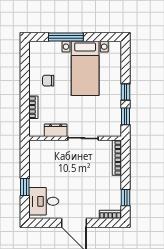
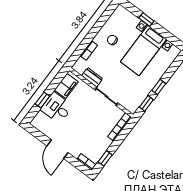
window: (66, 37) -> (146, 19), width x0.46
filing cabinet: (37, 157) -> (66, 86), added
desk: (44, 201) -> (57, 108), moved

